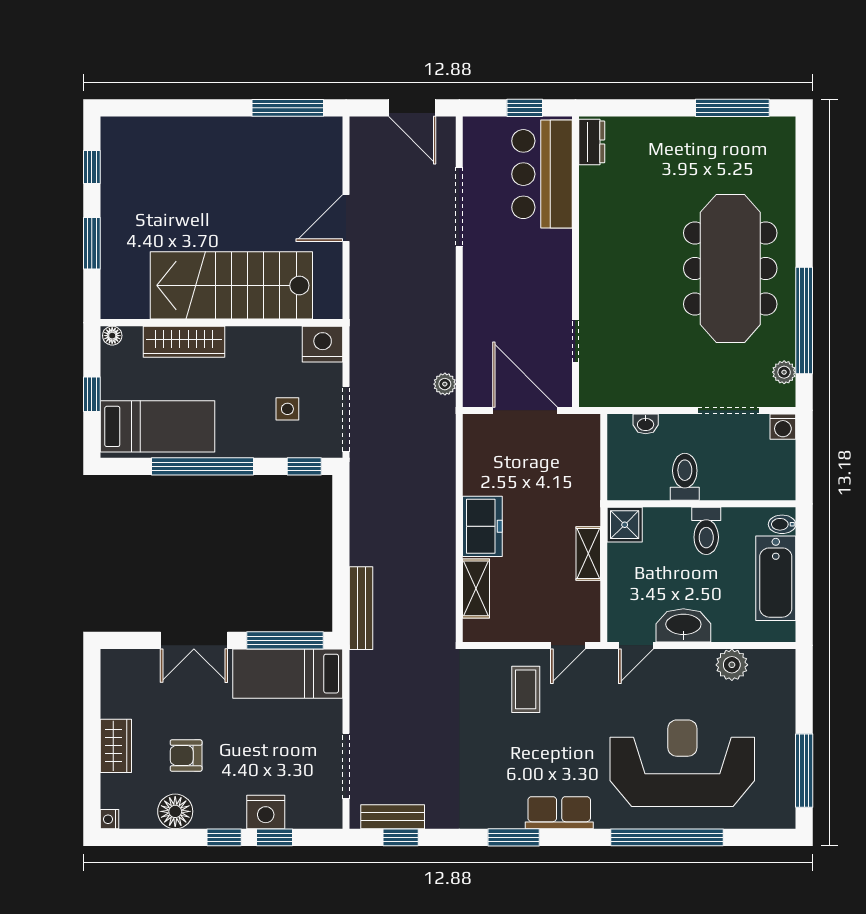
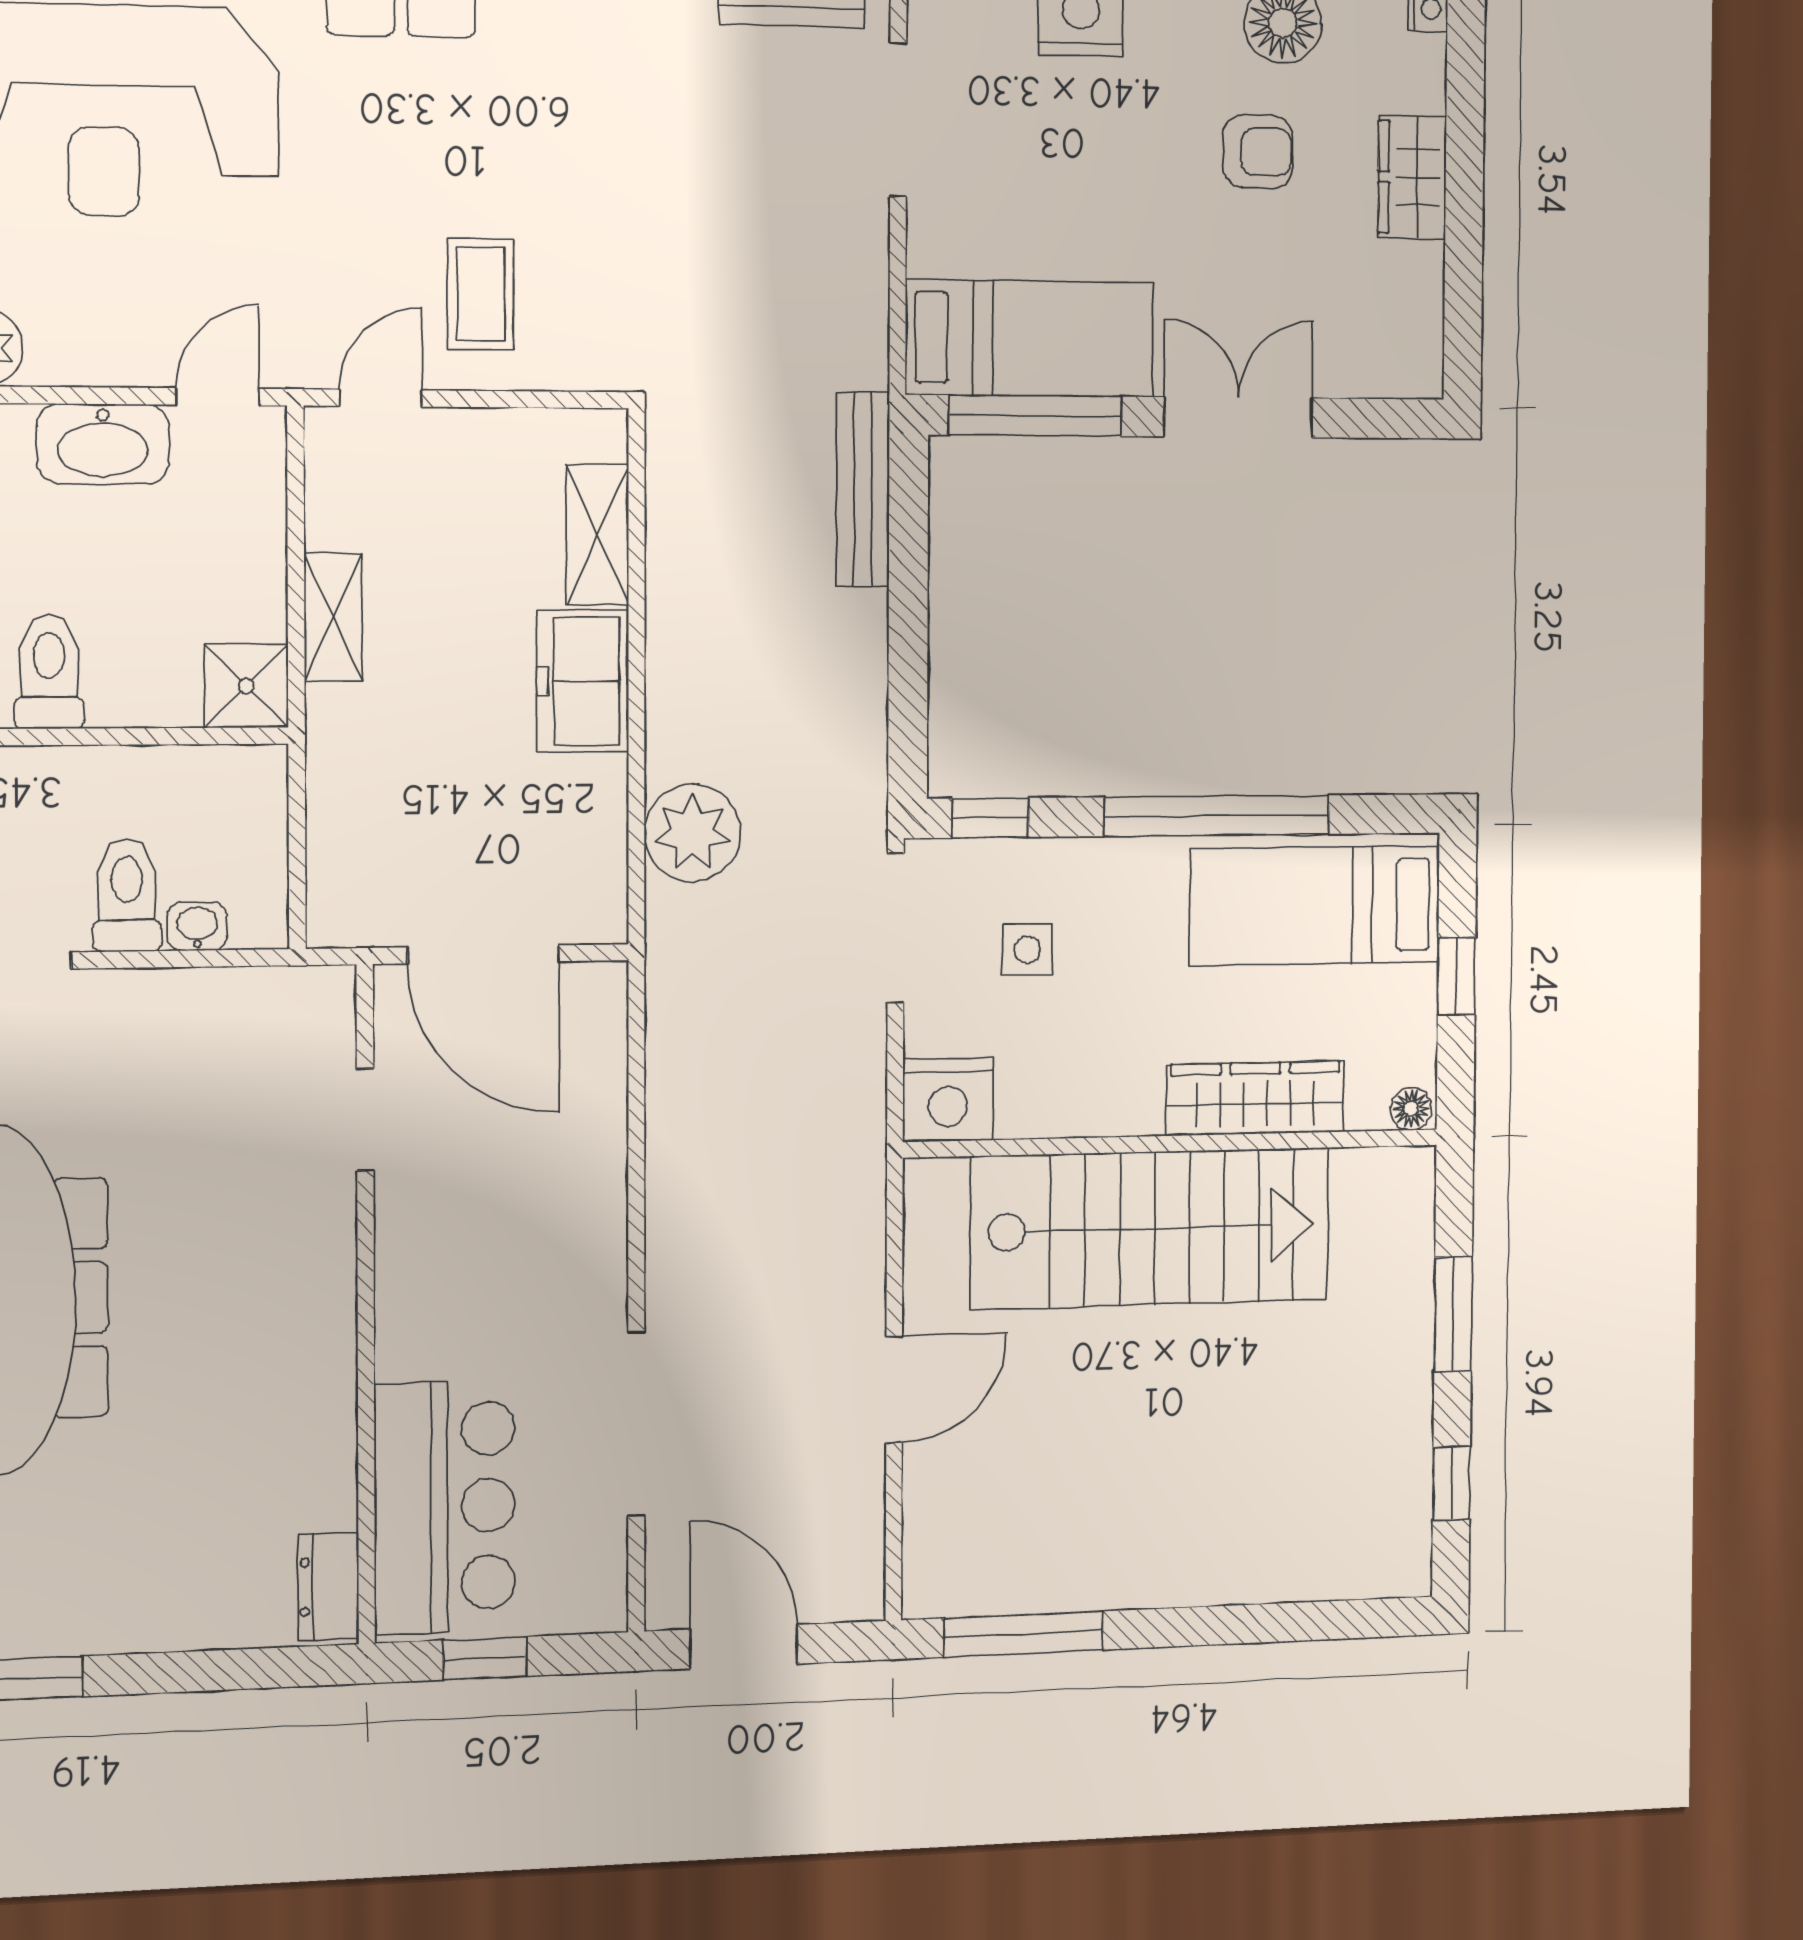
plant: (445, 384) -> (693, 833), moved, width x1.87, depth x1.87
toilet: (685, 477) -> (127, 895), moved, turned 180

